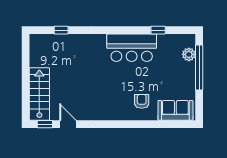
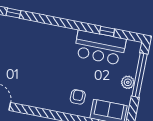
bar counter: (132, 48) -> (100, 48), moved
plant: (189, 54) -> (128, 82), moved

